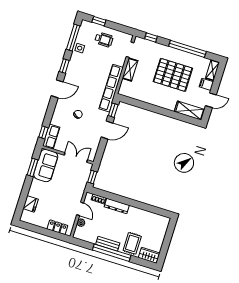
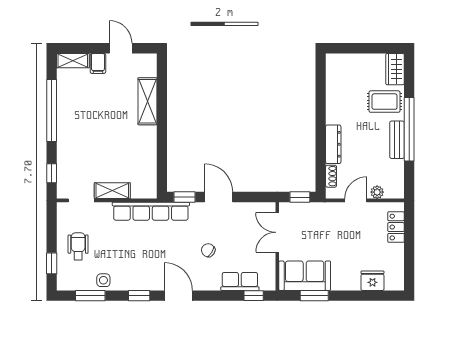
window: (73, 38) -> (90, 296), width x0.69
pallet: (173, 75) -> (99, 121), removed
shelving: (190, 111) -> (147, 101), moved
row of seats: (51, 137) -> (240, 281), moved

